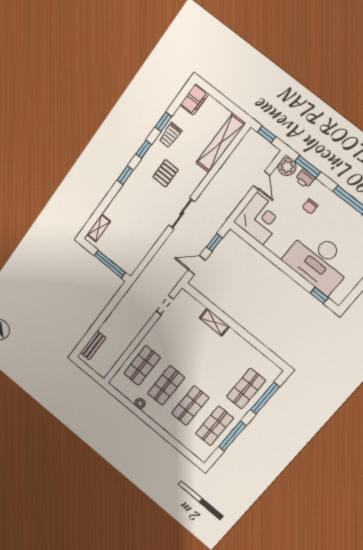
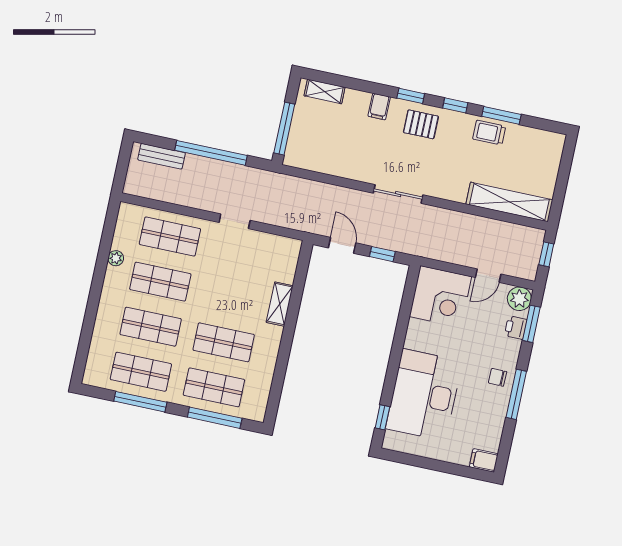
filing cabinet: (194, 99) -> (379, 107), moved, width x0.50
window: (163, 122) -> (501, 115), width x1.50
pallet: (166, 173) -> (421, 124), moved
chair: (310, 206) -> (497, 377), moved
doorway: (165, 305) -> (235, 221), moved
window: (104, 315) -> (211, 153), added
shop shelf: (221, 368) -> (224, 342), added

